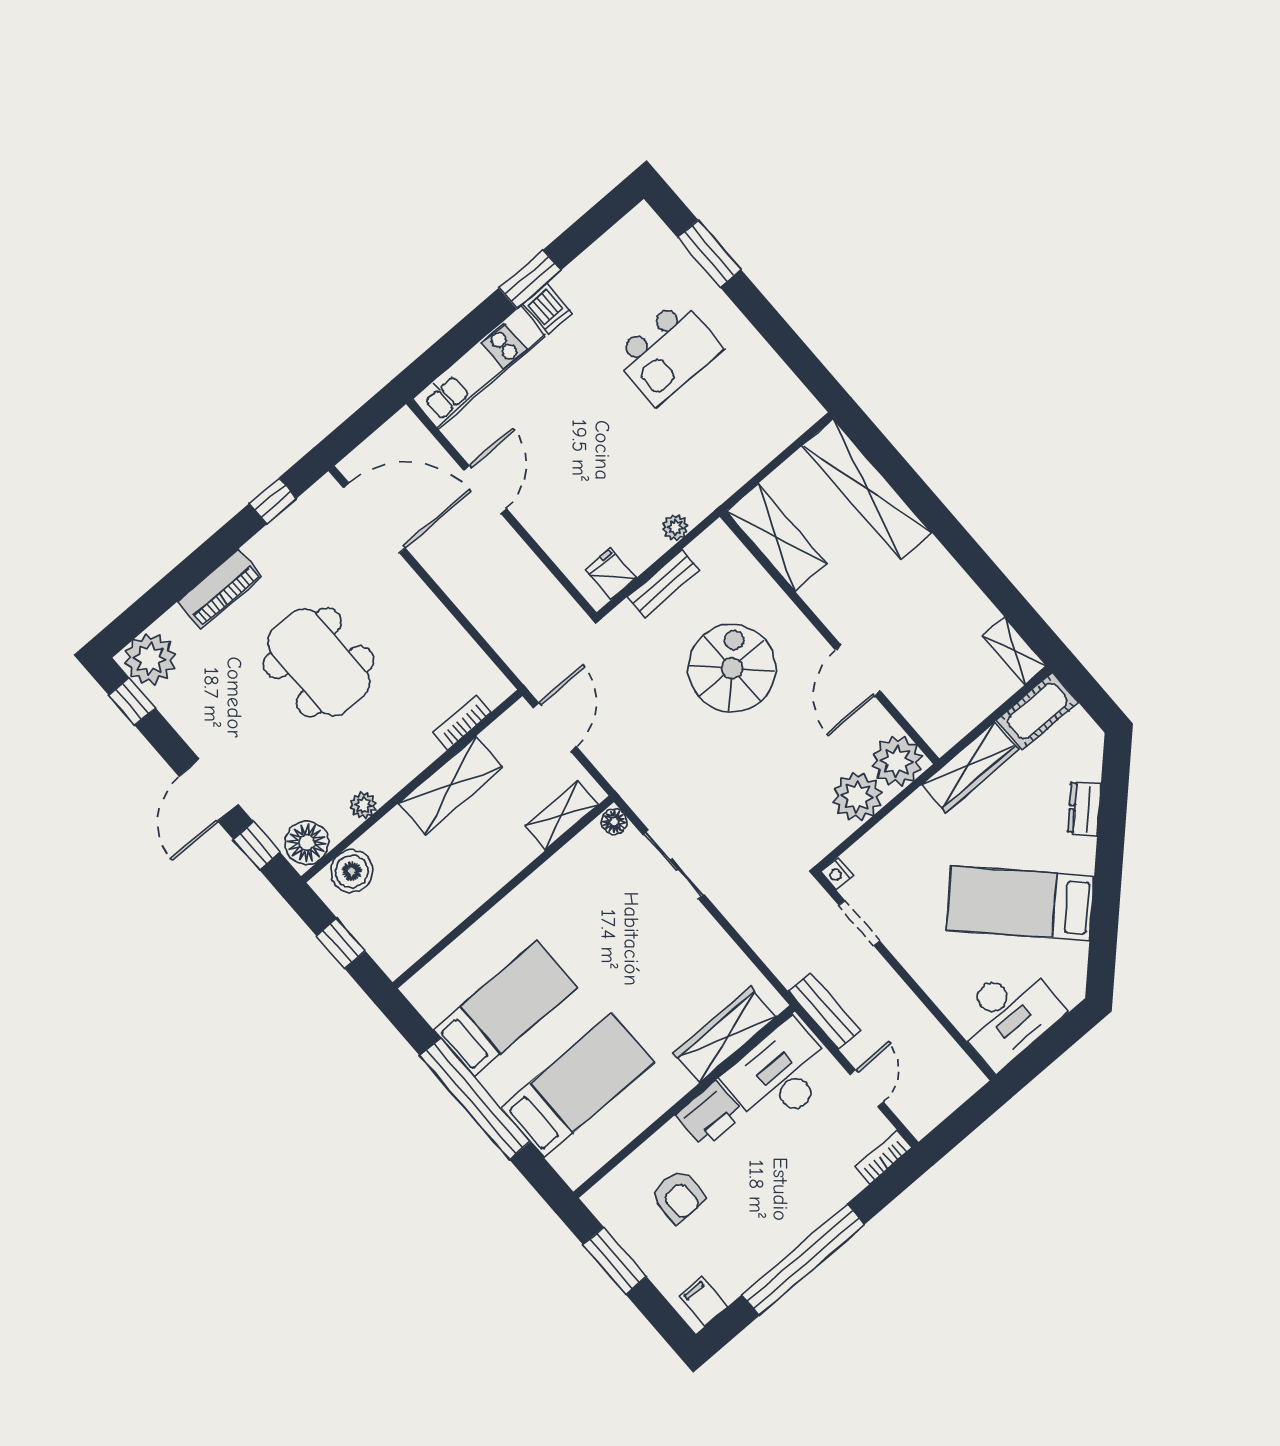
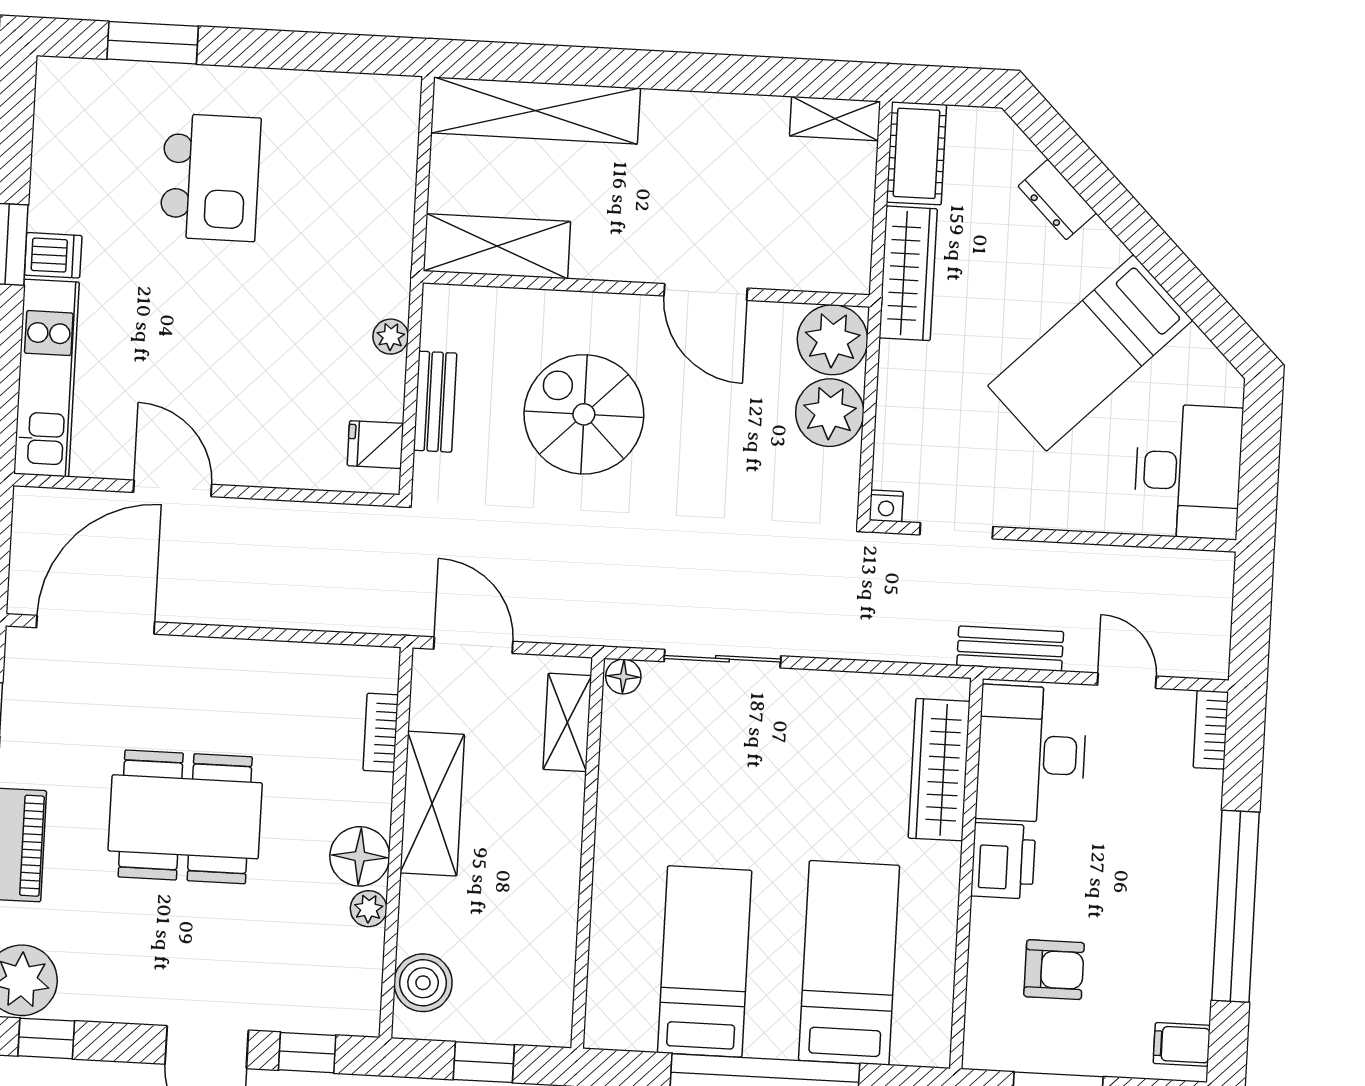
floor lamp: (307, 843) -> (360, 856), moved

